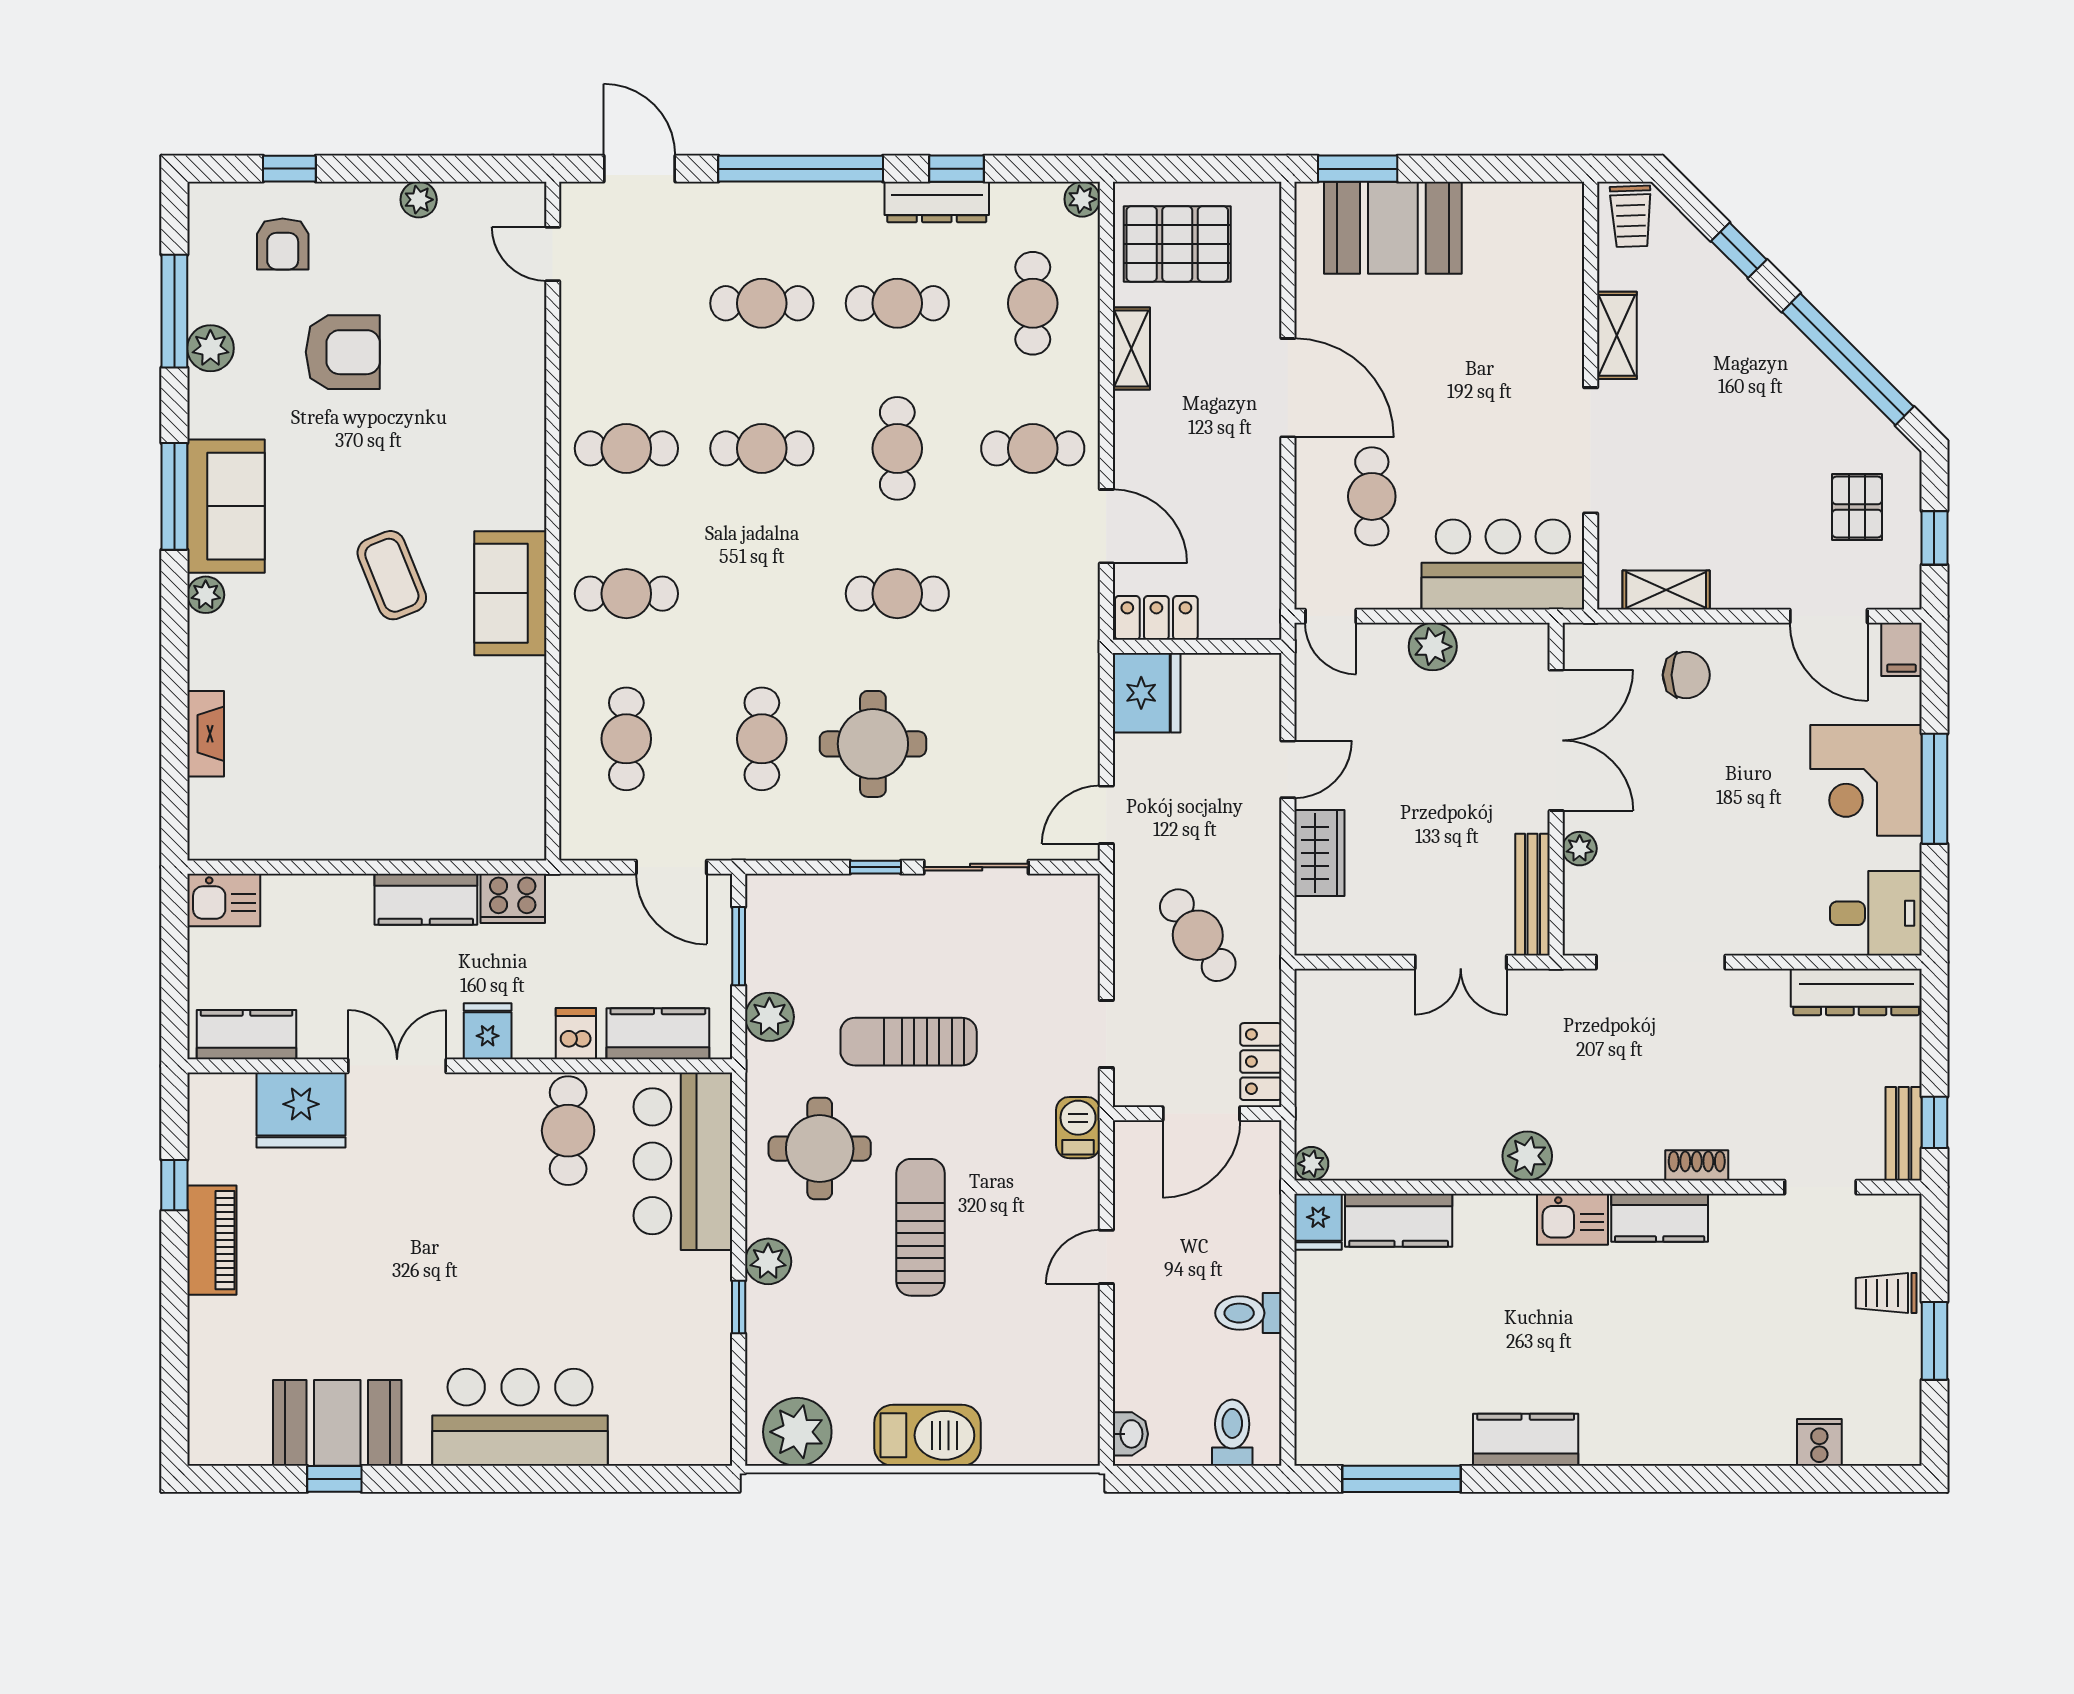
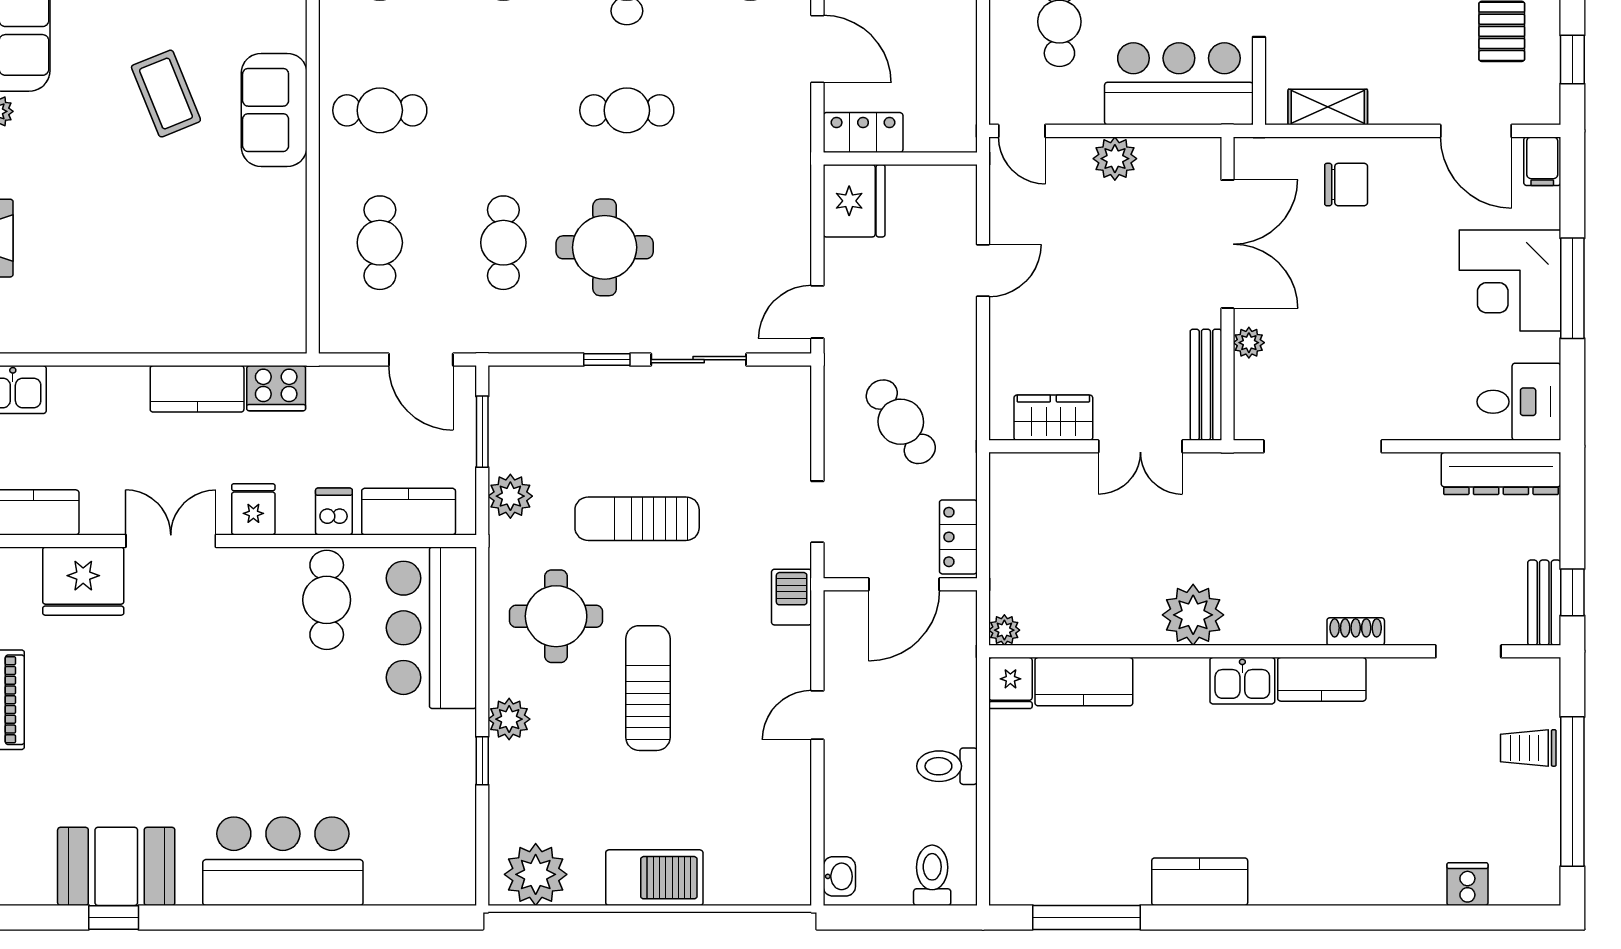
wardrobe: (1319, 853) -> (1053, 418), moved, turned -90
plant: (1527, 1156) -> (1193, 615), width x1.36, depth x1.36
window: (1934, 1341) -> (1572, 792), width x2.11

